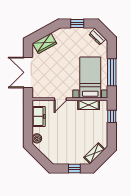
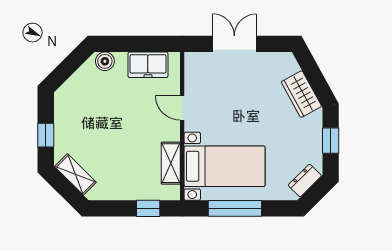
wardrobe: (45, 43) -> (301, 94), moved
double door: (28, 72) -> (234, 44), width x0.73

